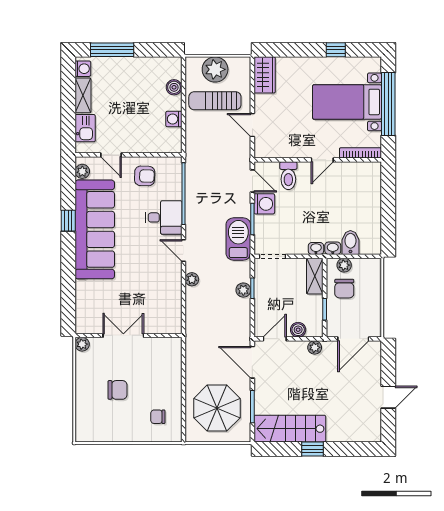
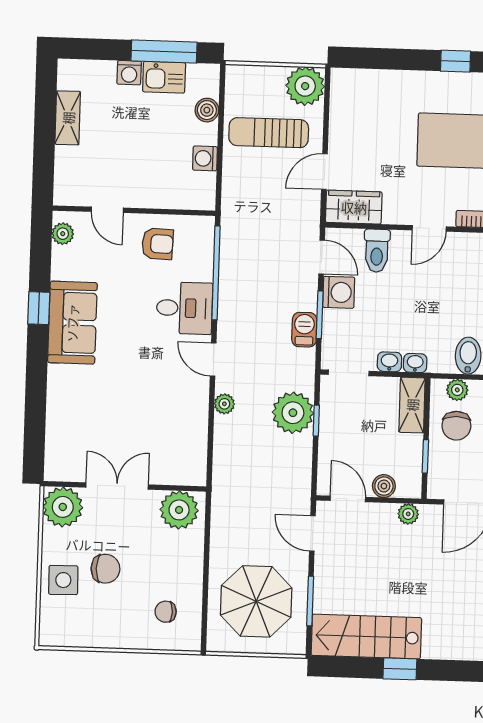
window: (112, 50) -> (164, 51), moved
washing machine: (83, 69) -> (129, 73), moved, turned 90
plant: (215, 69) -> (305, 86), moved
wardrobe: (265, 75) -> (354, 207), moved, turned -90
door: (252, 125) -> (324, 171), hinge flipped
kitchen sink: (85, 128) -> (164, 77), moved, turned 90
sofa: (95, 229) -> (72, 323), width x0.54, depth x0.79
barbecue: (238, 239) -> (304, 330), width x0.53, depth x0.65
washbasin: (333, 248) -> (389, 362), moved
plant: (243, 290) -> (293, 413), width x1.88, depth x1.88
door: (275, 339) -> (348, 499), hinge flipped
plant: (82, 344) -> (63, 507), width x1.88, depth x1.88
plant: (164, 350) -> (179, 510), added
door: (252, 362) -> (312, 533), width x0.73
side table: (90, 398) -> (63, 580), added

